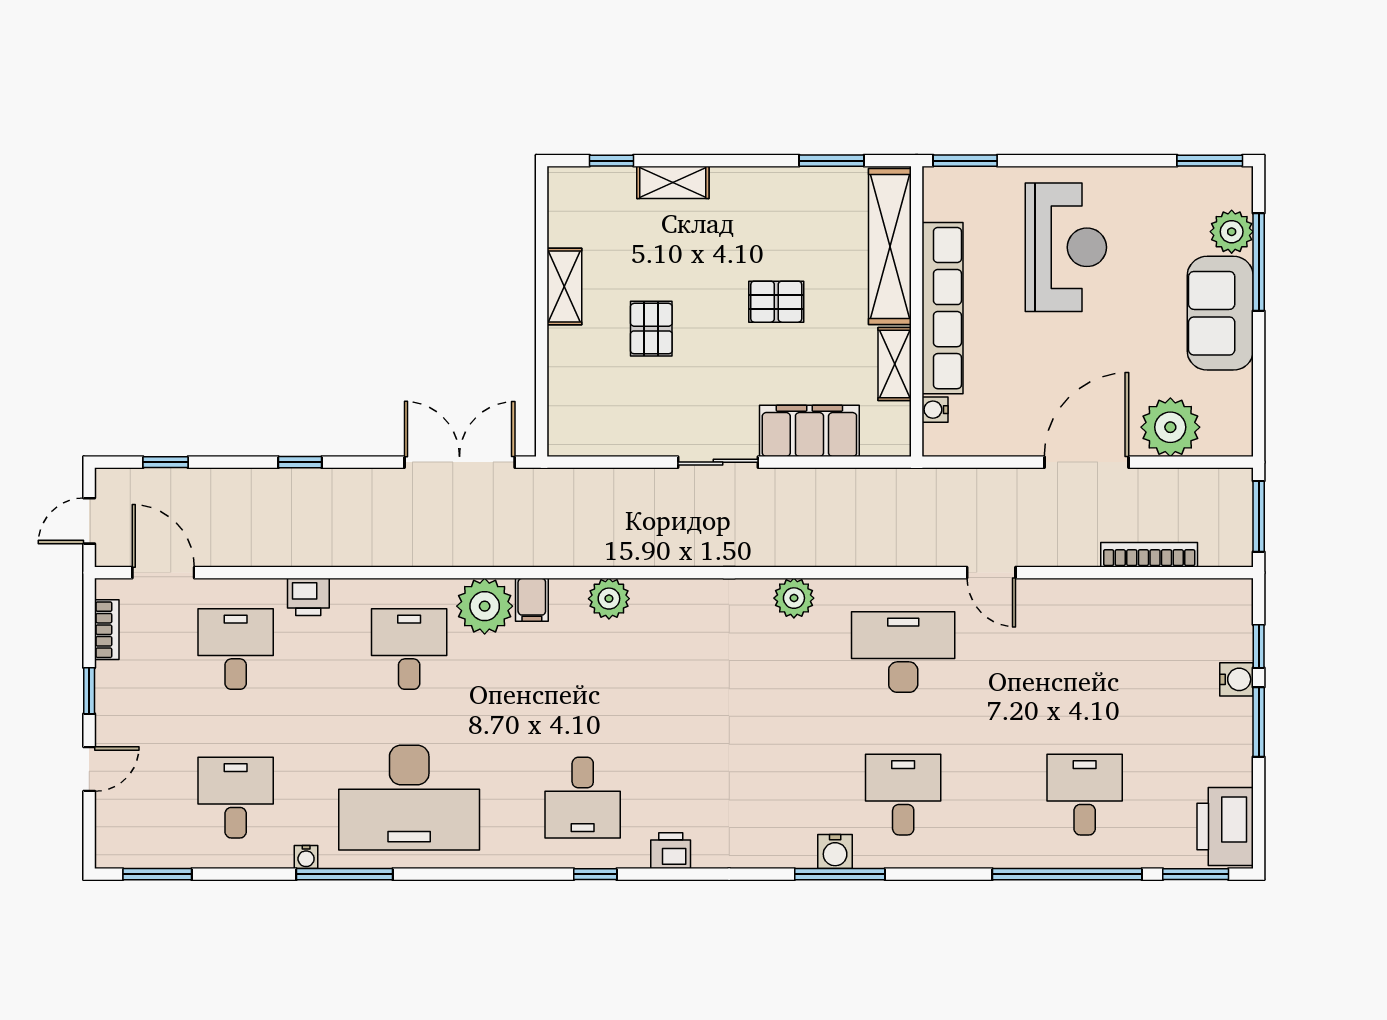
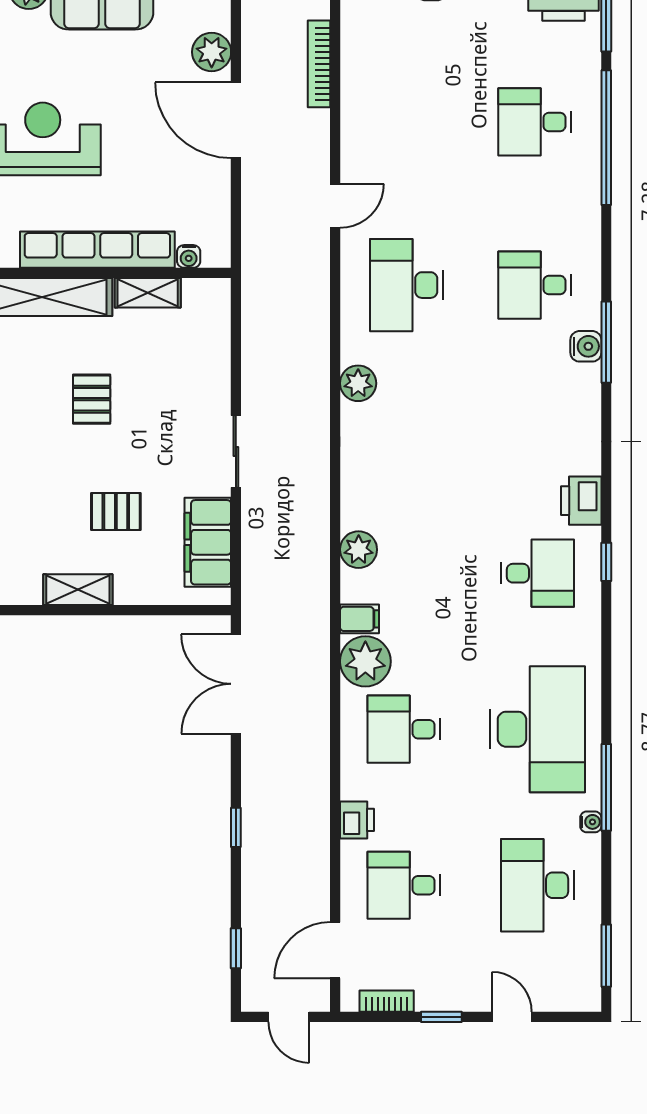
plant: (1170, 427) -> (212, 52), width x0.73, depth x0.73
filing cabinet: (809, 431) -> (208, 542), moved
desk: (236, 798) -> (537, 885), width x1.37
printer: (671, 851) -> (581, 501), width x1.36, depth x1.24

